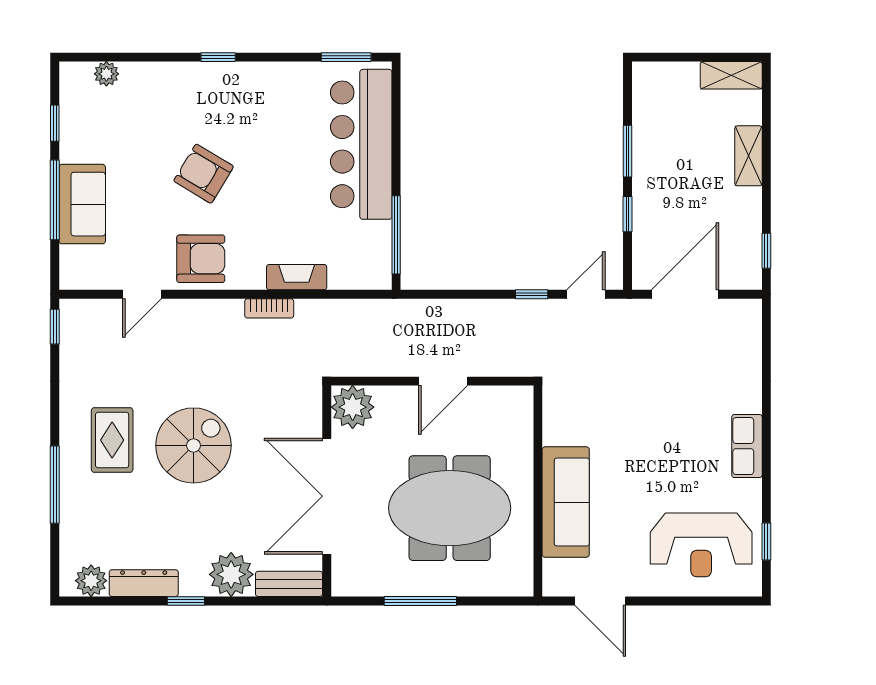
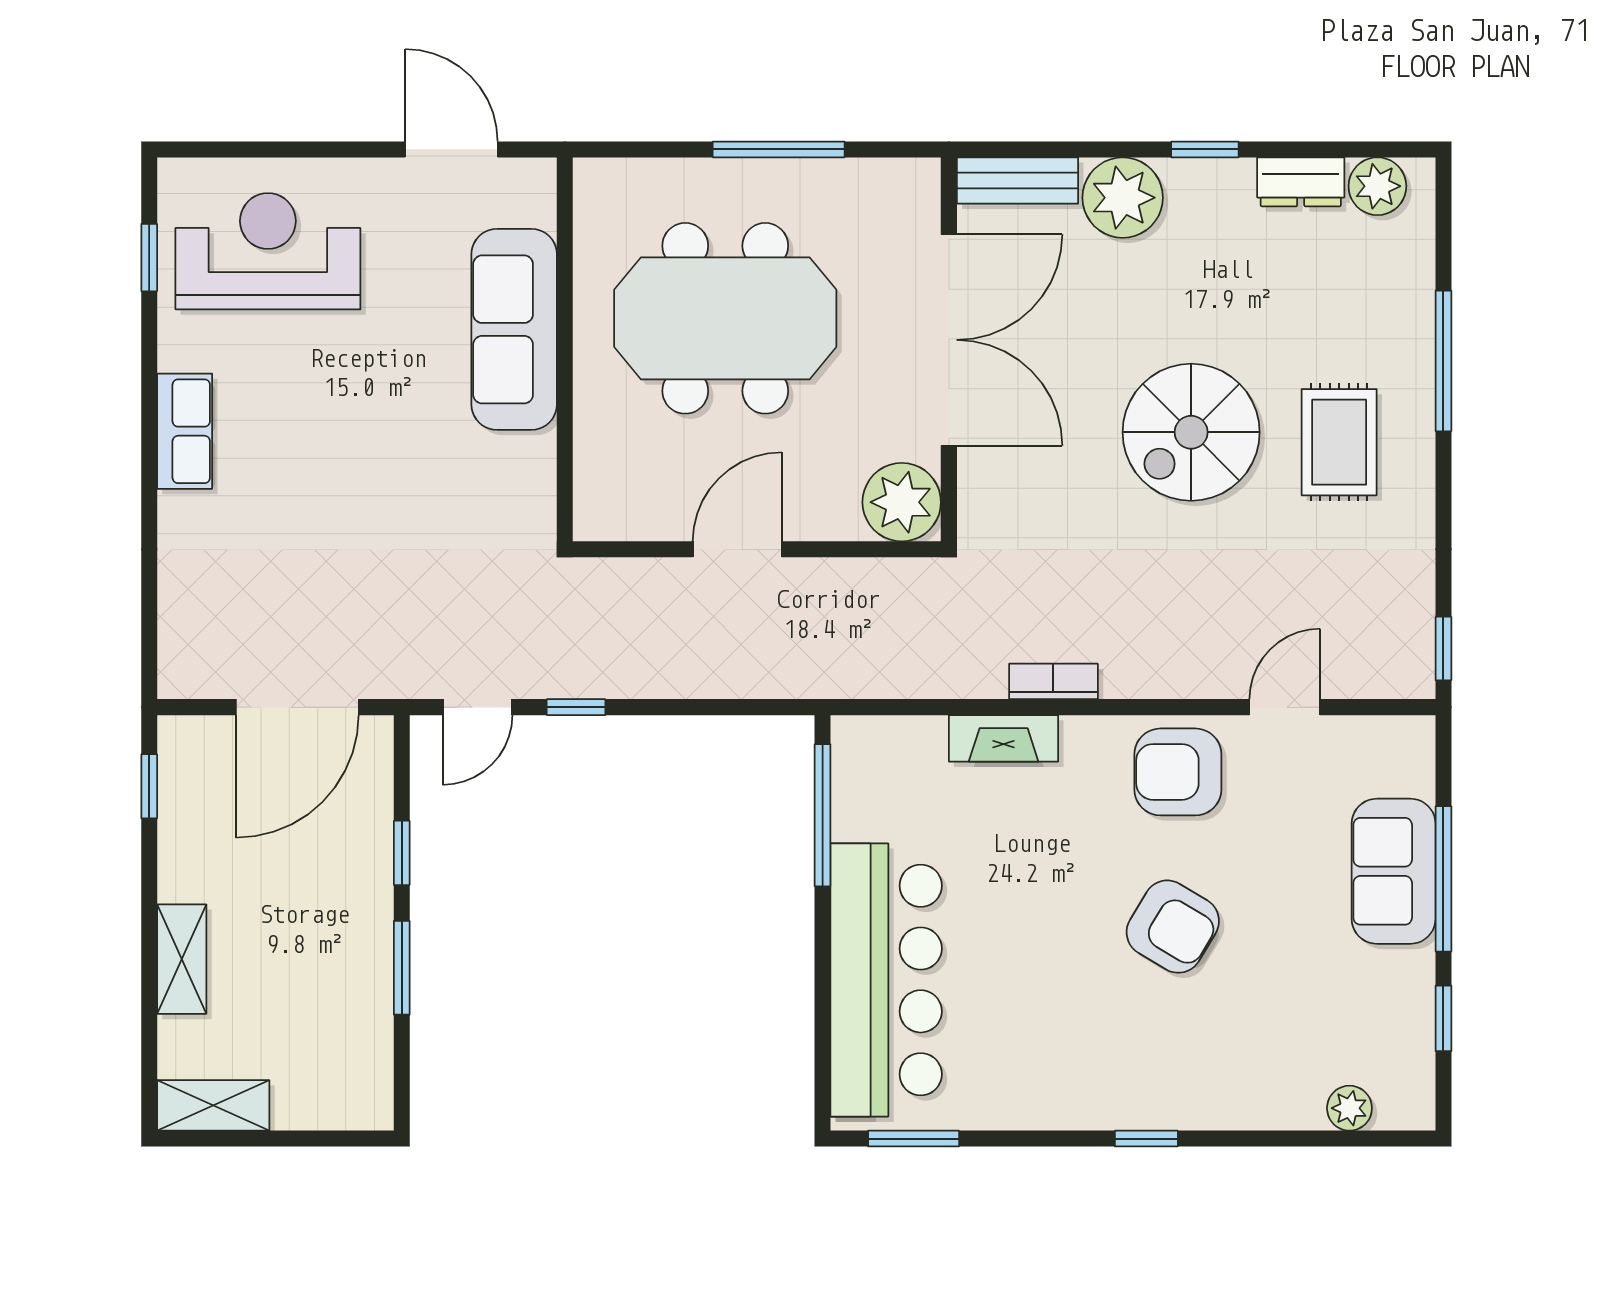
dresser: (144, 583) -> (1301, 182), width x0.70

